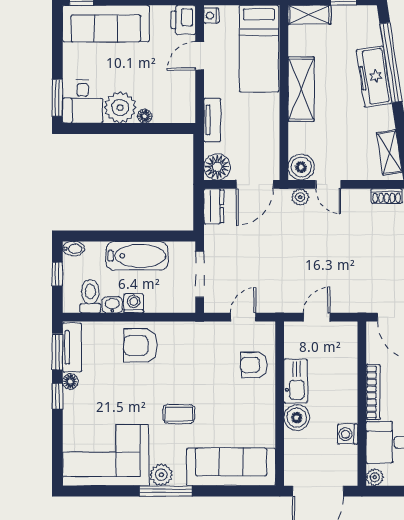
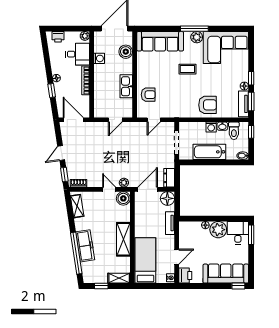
window: (57, 274) -> (251, 132), moved
boiler: (297, 418) -> (126, 52), moved

